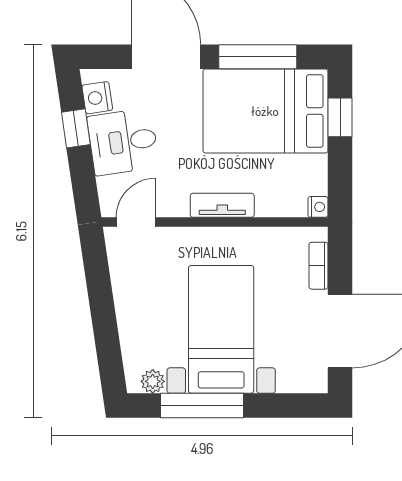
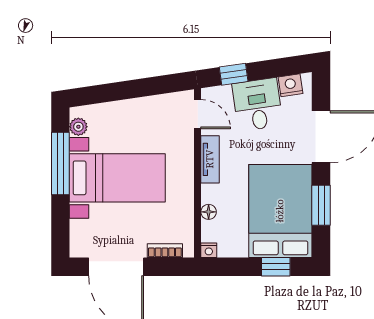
window: (258, 57) -> (321, 205), width x0.69
window: (76, 128) -> (234, 74), moved
tv unit: (222, 205) -> (210, 159), moved
floor lamp: (267, 207) -> (209, 212), added

